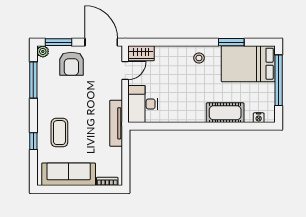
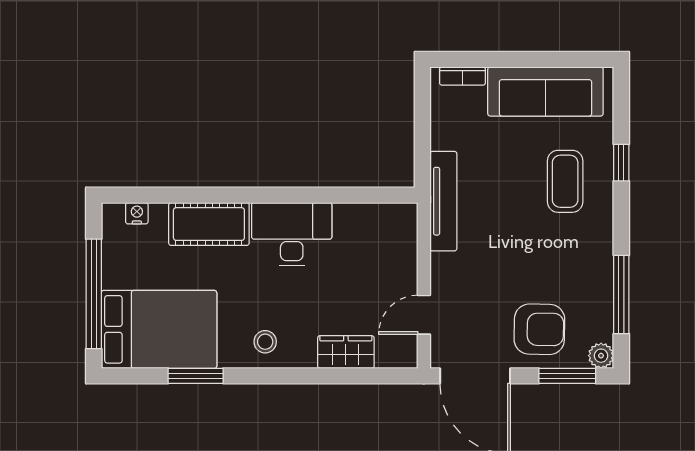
wardrobe: (141, 53) -> (346, 352), moved
armchair: (71, 64) -> (539, 329), turned 91
desk: (143, 104) -> (292, 234), moved, turned -90

